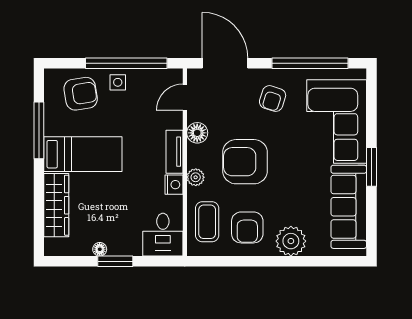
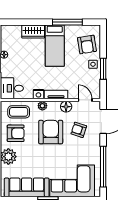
window: (126, 63) -> (103, 69), width x0.47
armchair: (273, 99) -> (79, 130), moved
wardrobe: (56, 205) -> (33, 31), width x0.67
armchair: (247, 227) -> (16, 133), turned 180

